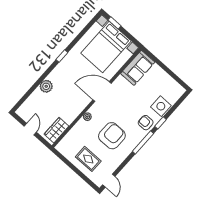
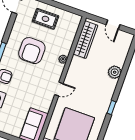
door: (102, 92) -> (59, 89), width x0.53
wardrobe: (56, 130) -> (85, 40), width x1.50

